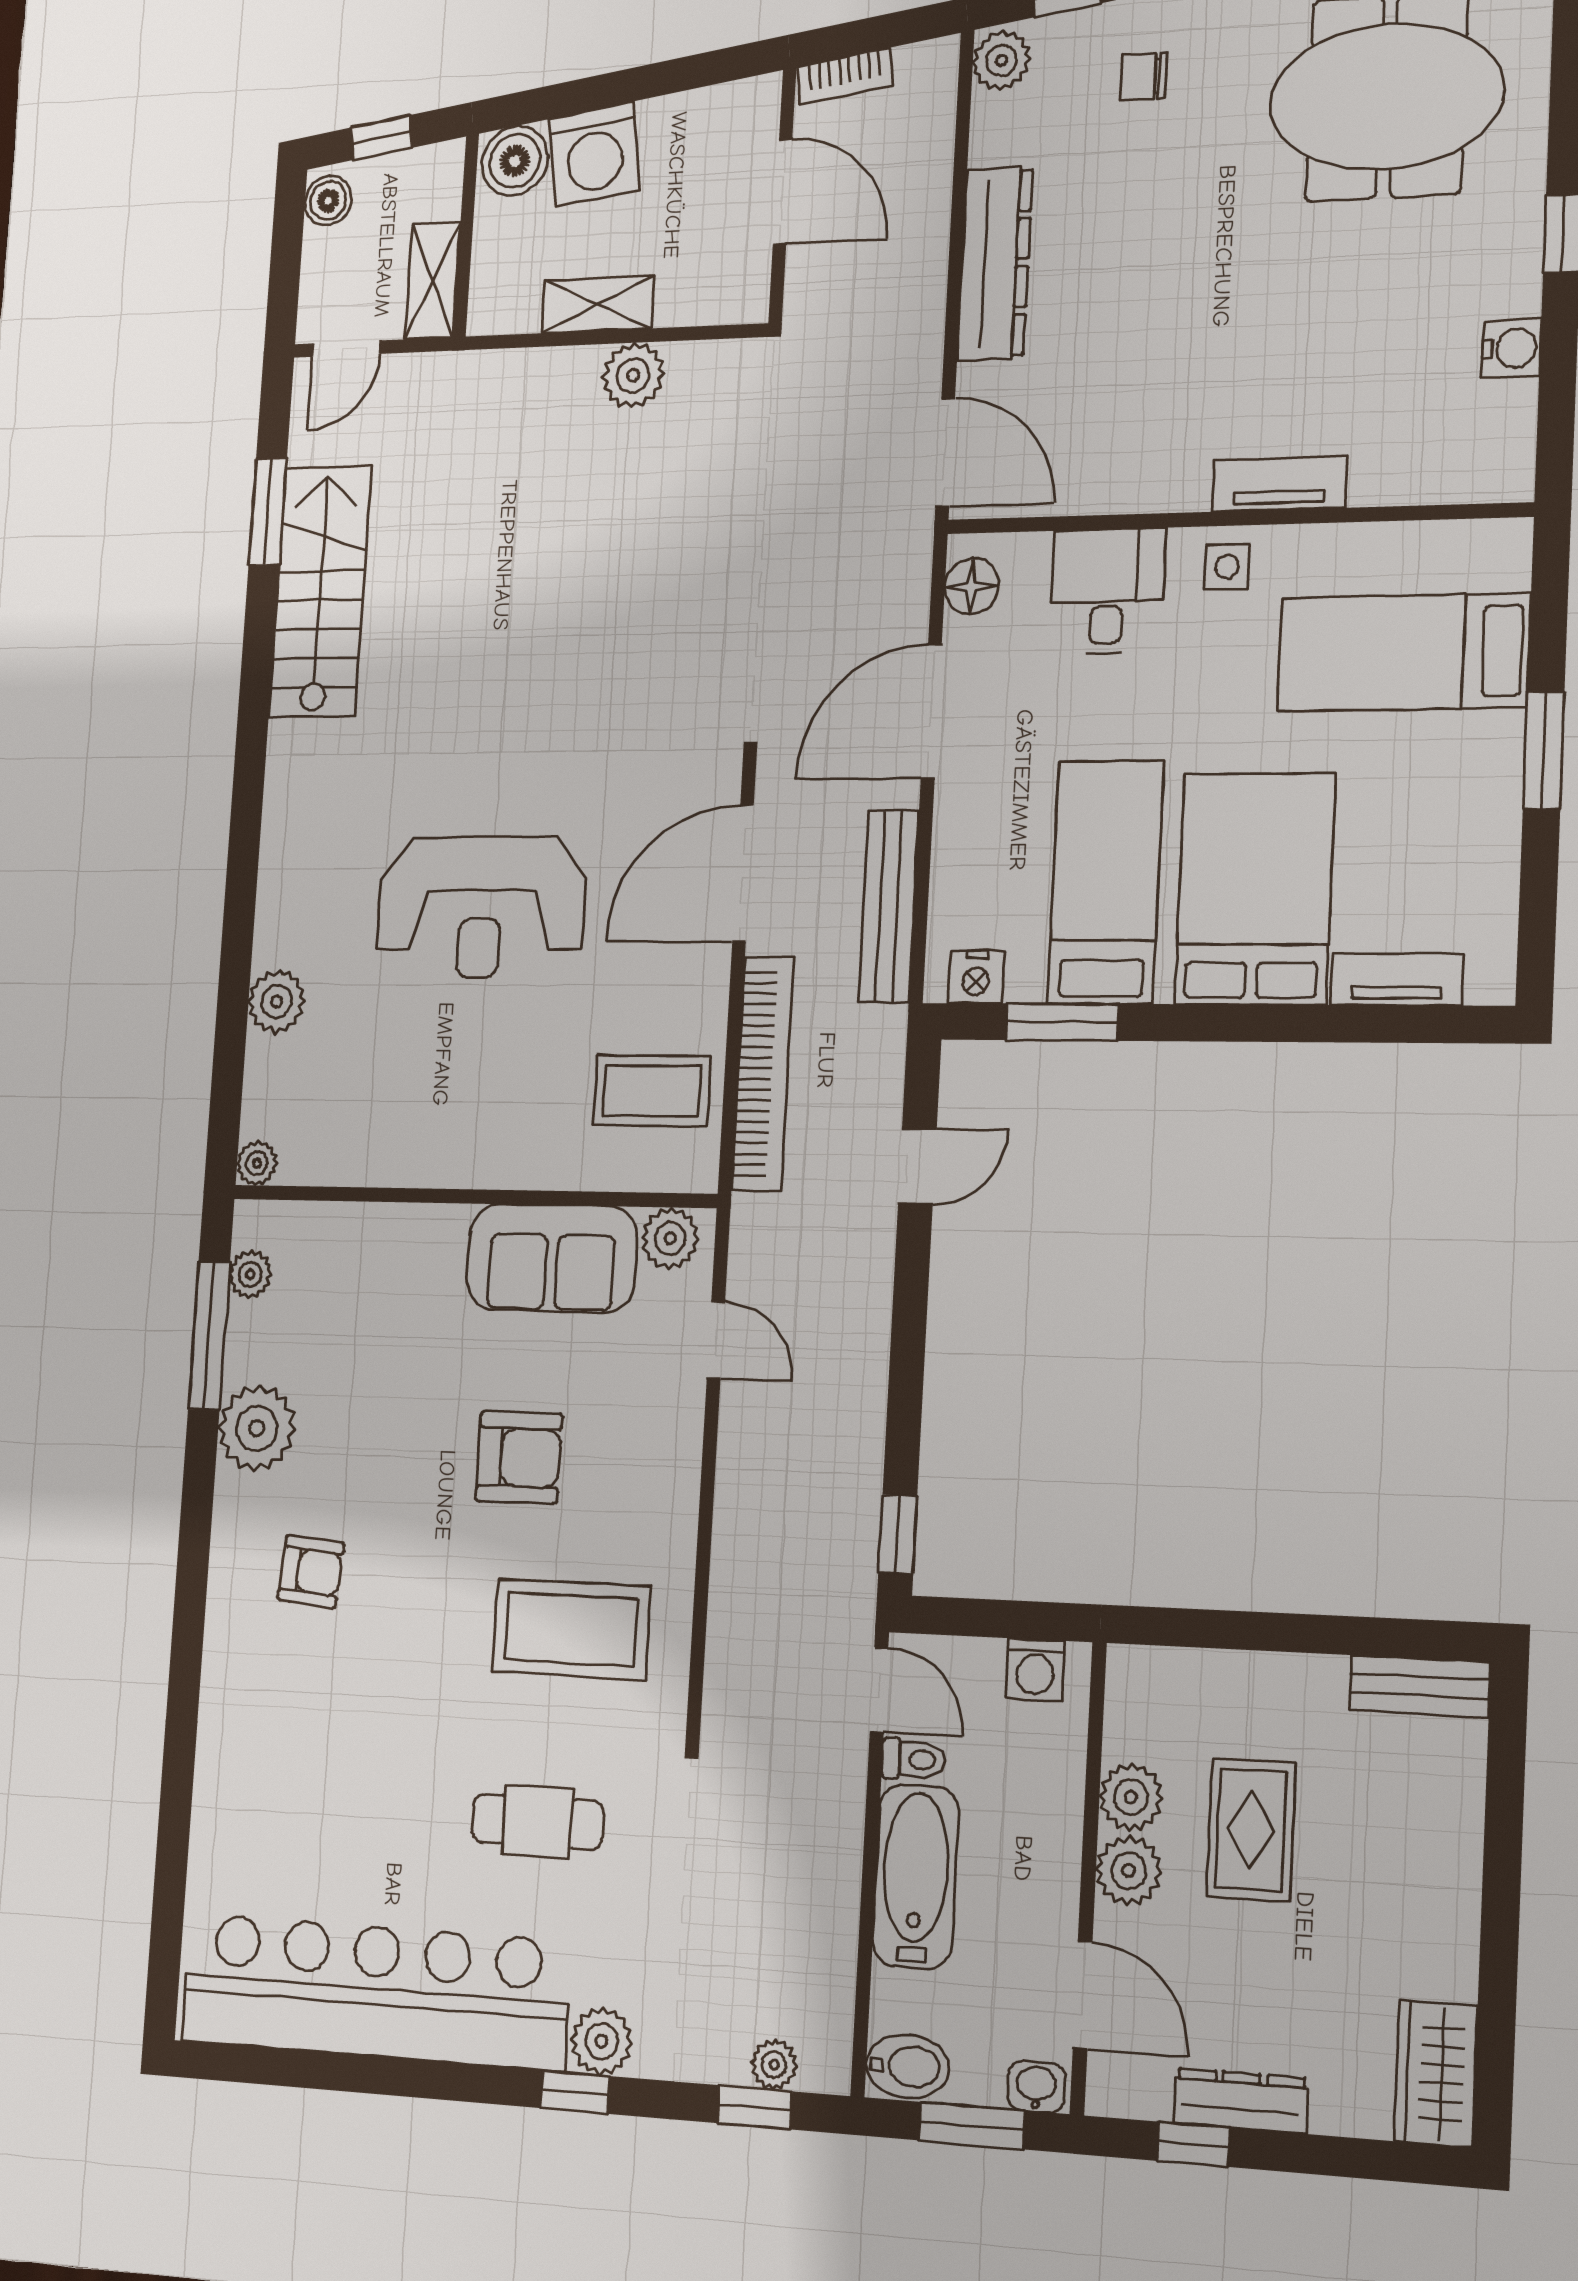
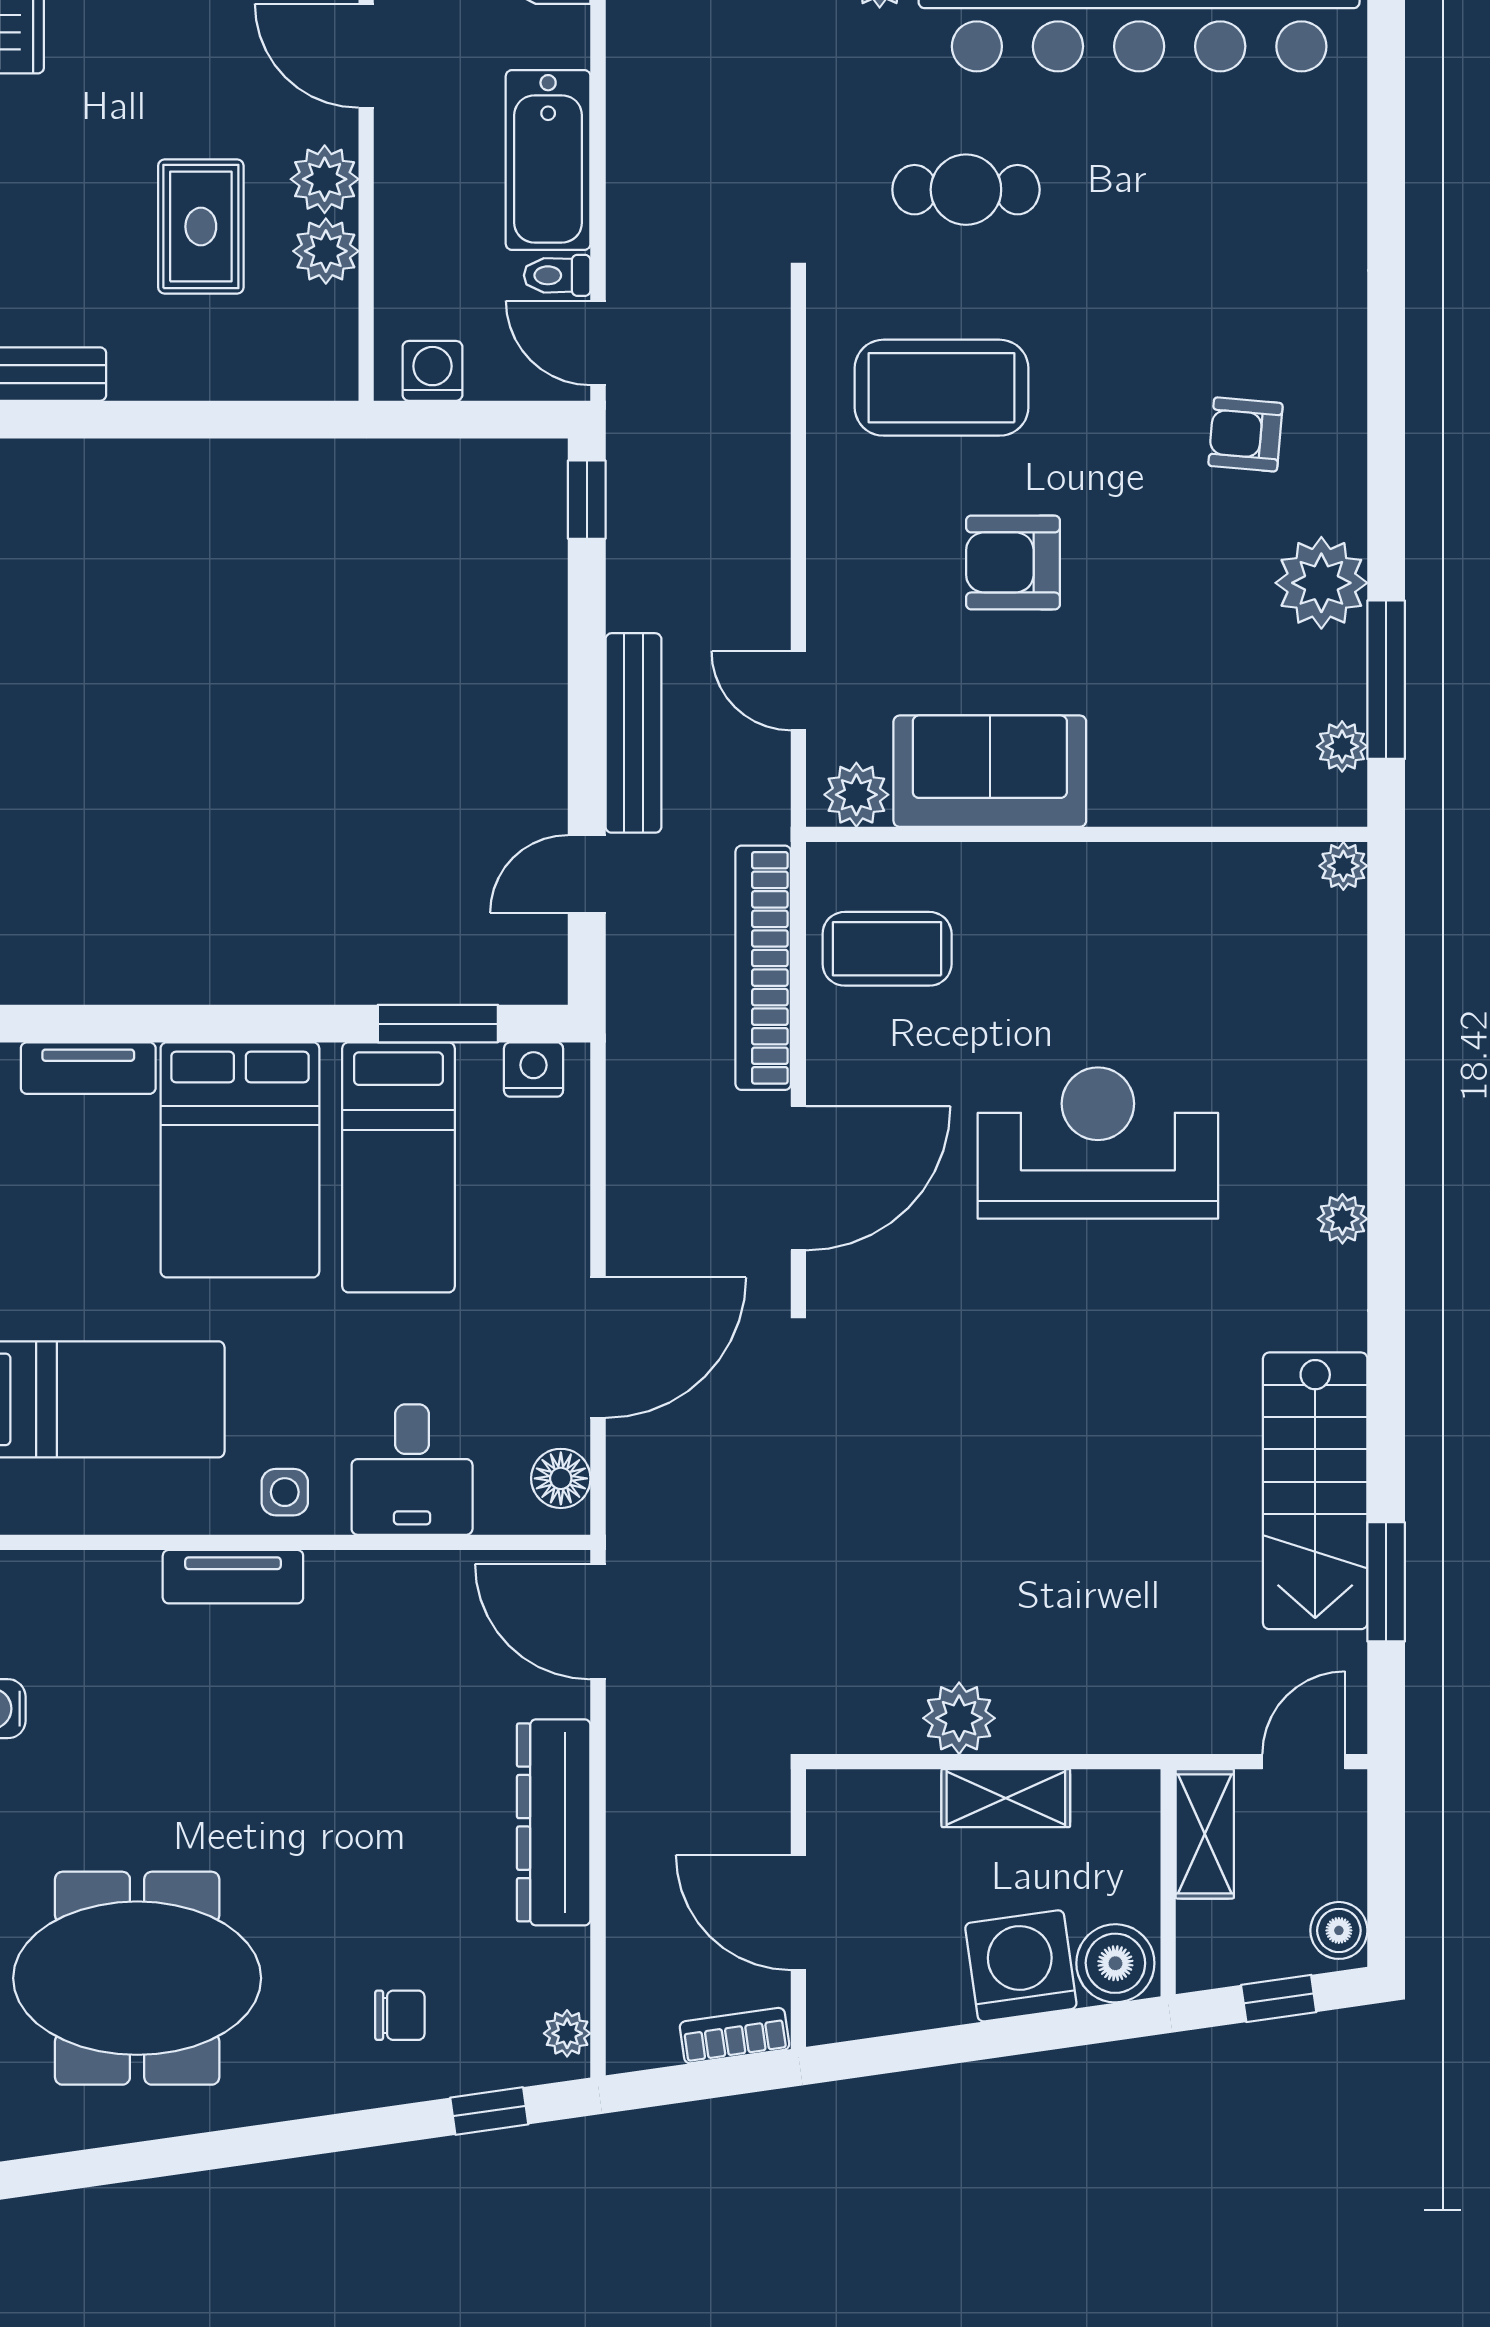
plant: (1001, 61) -> (567, 2033), width x0.73, depth x0.73
bench: (889, 906) -> (633, 733), moved
plant: (277, 1001) -> (1342, 1219), moved, width x0.73, depth x0.73

